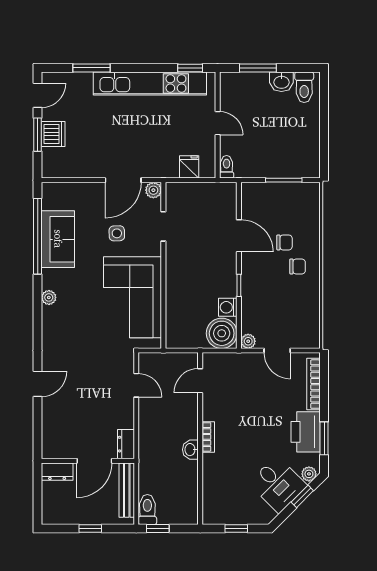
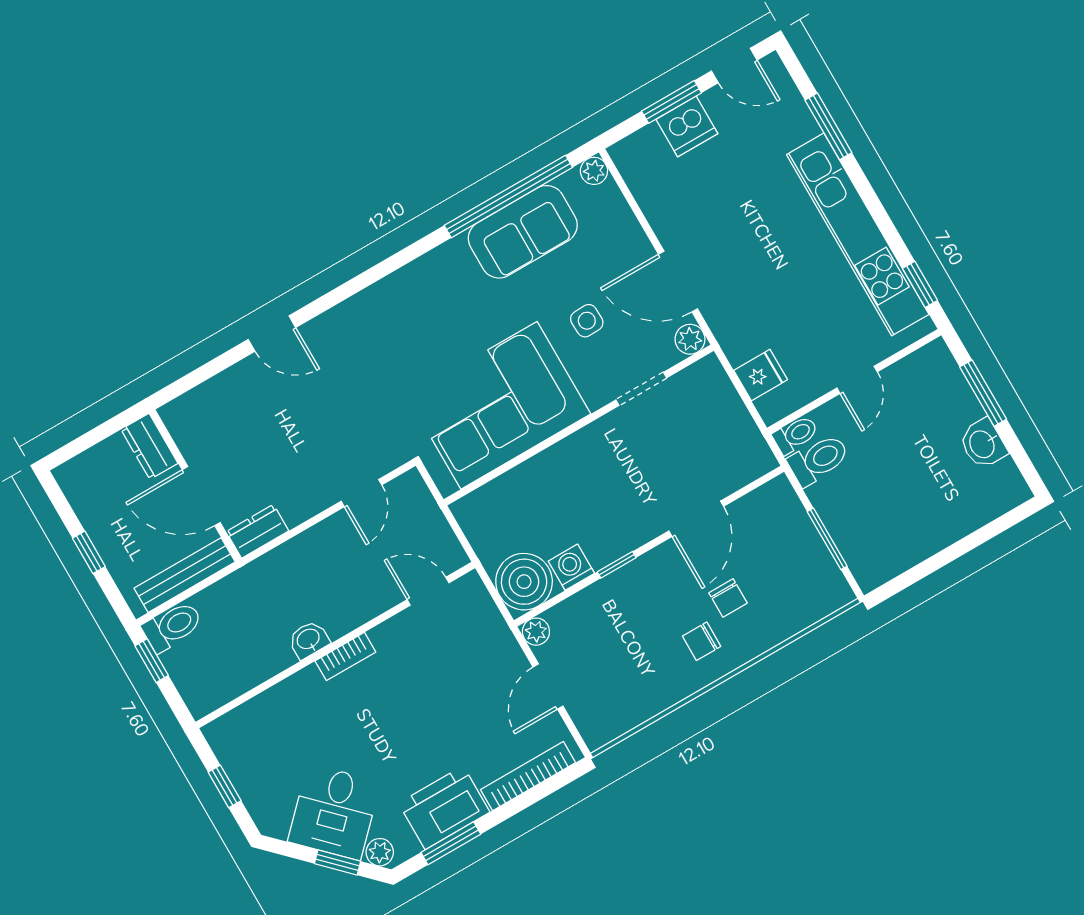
toilet: (304, 87) -> (818, 460), moved, turned 180
chair: (298, 266) -> (702, 641), turned 90
plant: (49, 297) -> (594, 171), moved

